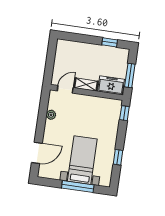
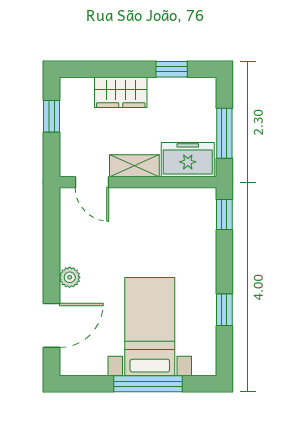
wardrobe: (85, 50) -> (121, 92), added
window: (51, 56) -> (51, 116), added
door: (65, 89) -> (92, 182), swing flipped
plant: (51, 115) -> (70, 277), moved

